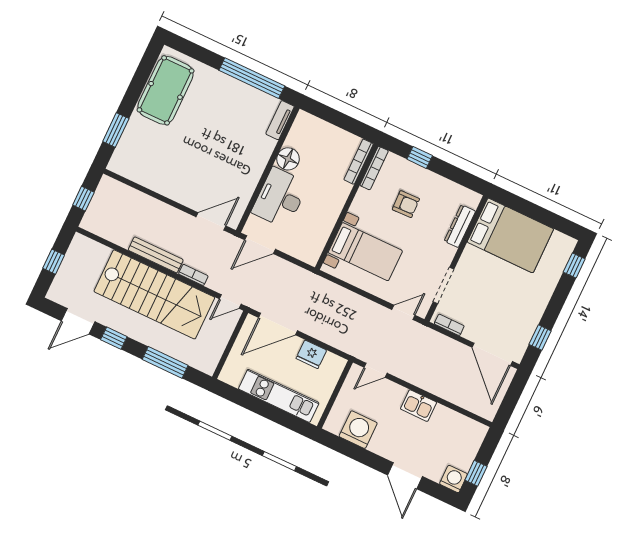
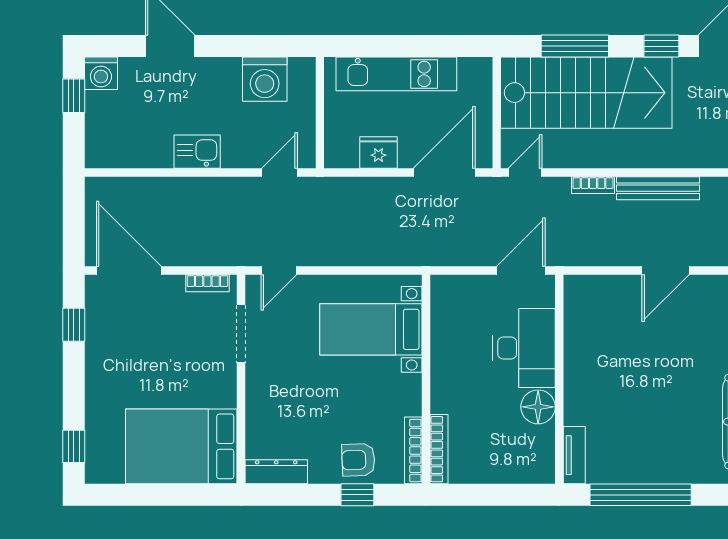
armchair: (406, 204) -> (358, 460), moved
door: (211, 221) -> (665, 270), moved
dresser: (460, 226) -> (276, 472), moved, turned -90
stairs: (154, 294) -> (586, 93), moved, turned 180

